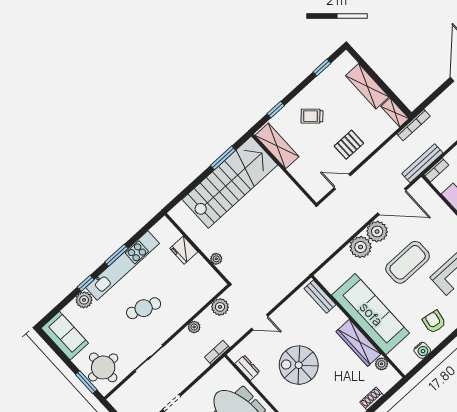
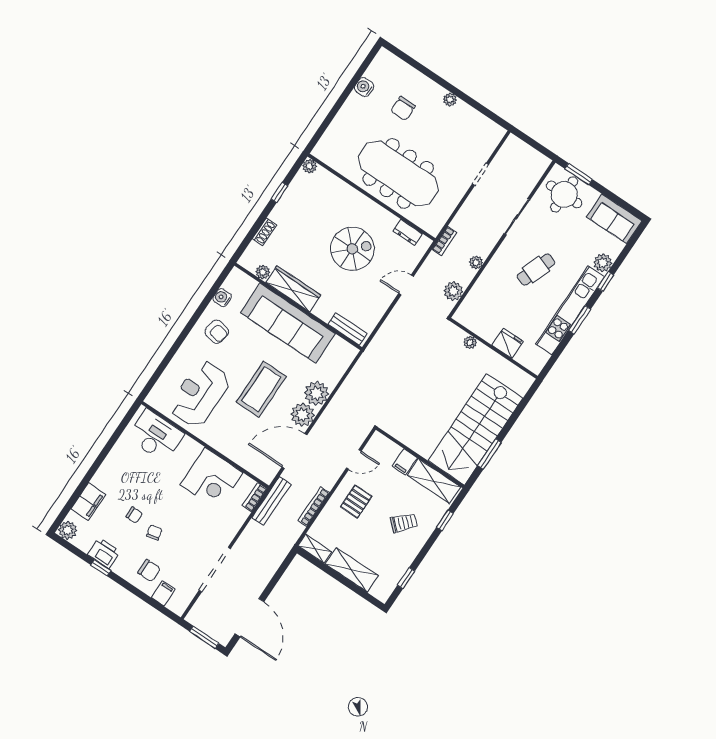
bookcase: (414, 125) -> (314, 507), moved
filing cabinet: (298, 169) -> (405, 462), added

